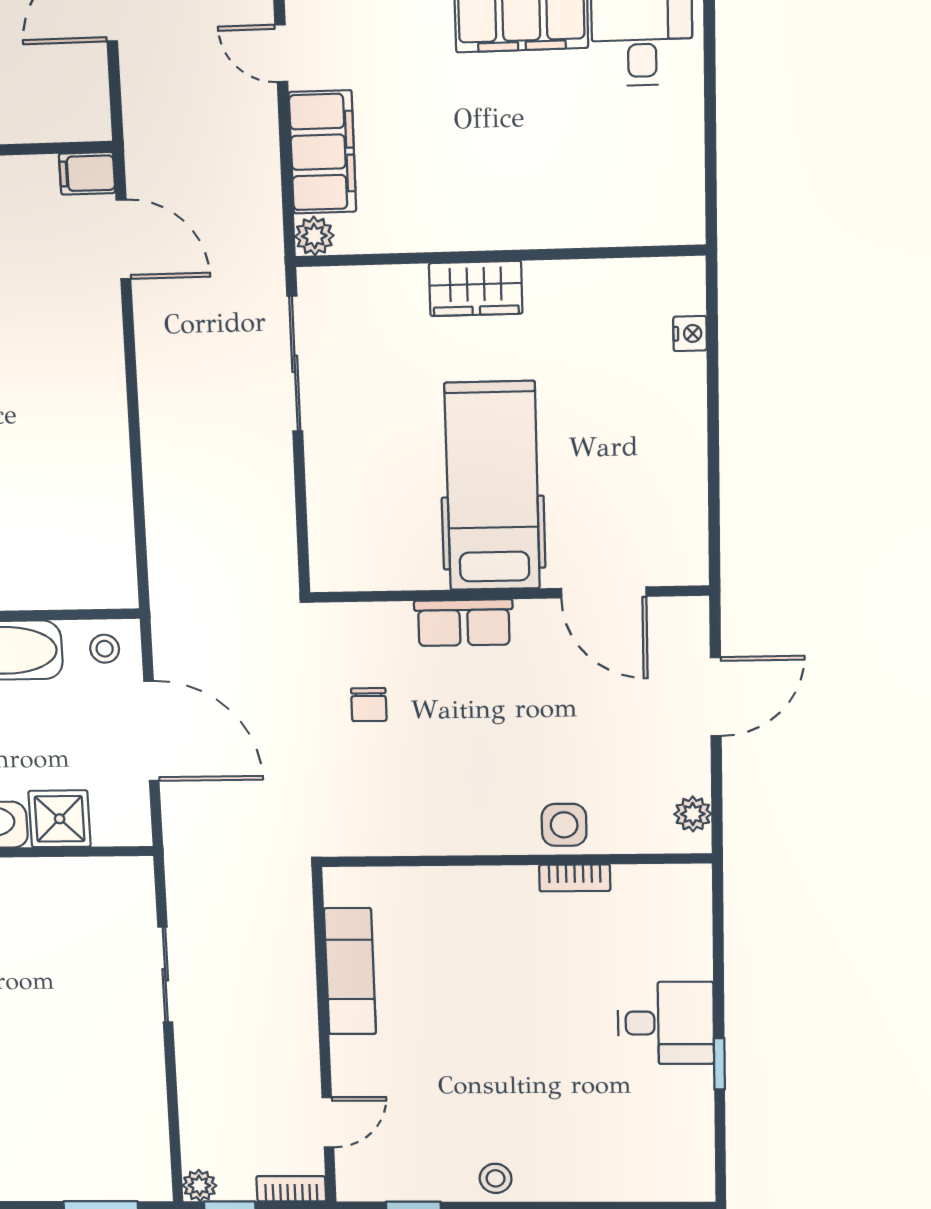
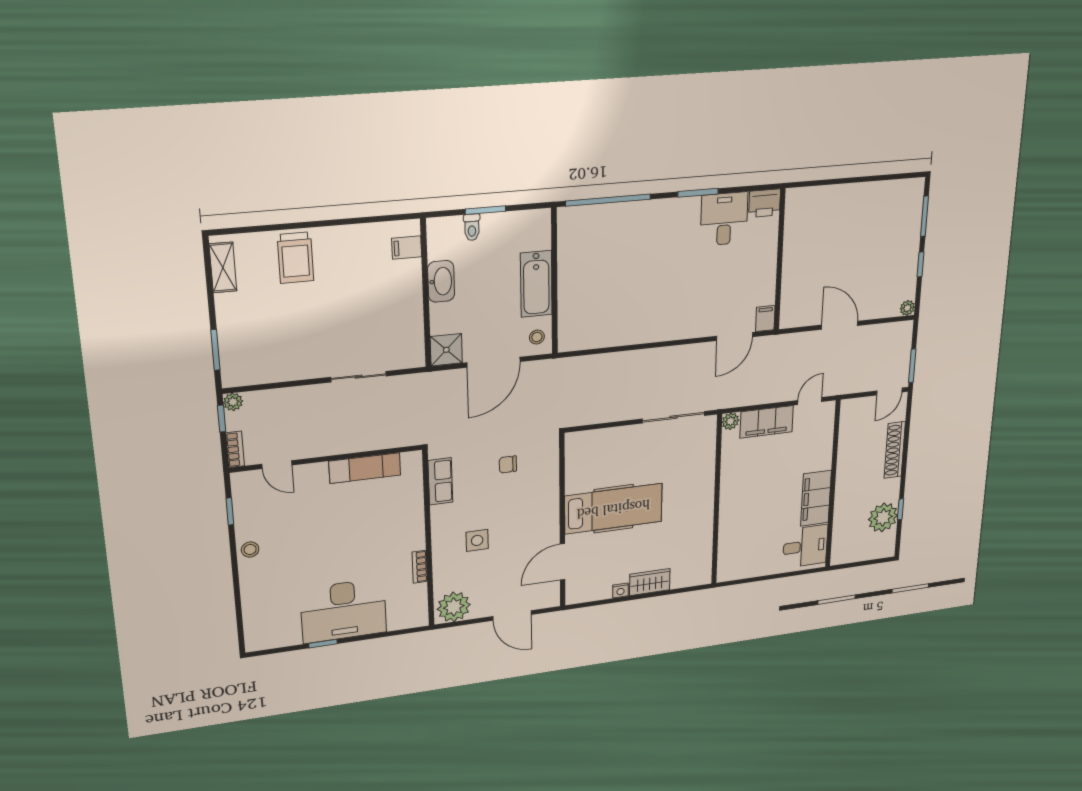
wardrobe: (476, 288) -> (650, 582), moved, turned 90
nightstand: (690, 333) -> (621, 591), moved
row of seats: (464, 623) -> (440, 481), moved, turned 180
plant: (693, 814) -> (454, 607), width x1.87, depth x1.87
shower: (60, 819) -> (446, 350), moved
side table: (564, 825) -> (477, 540), moved
desk: (666, 1023) -> (344, 611), width x1.87, depth x1.30

